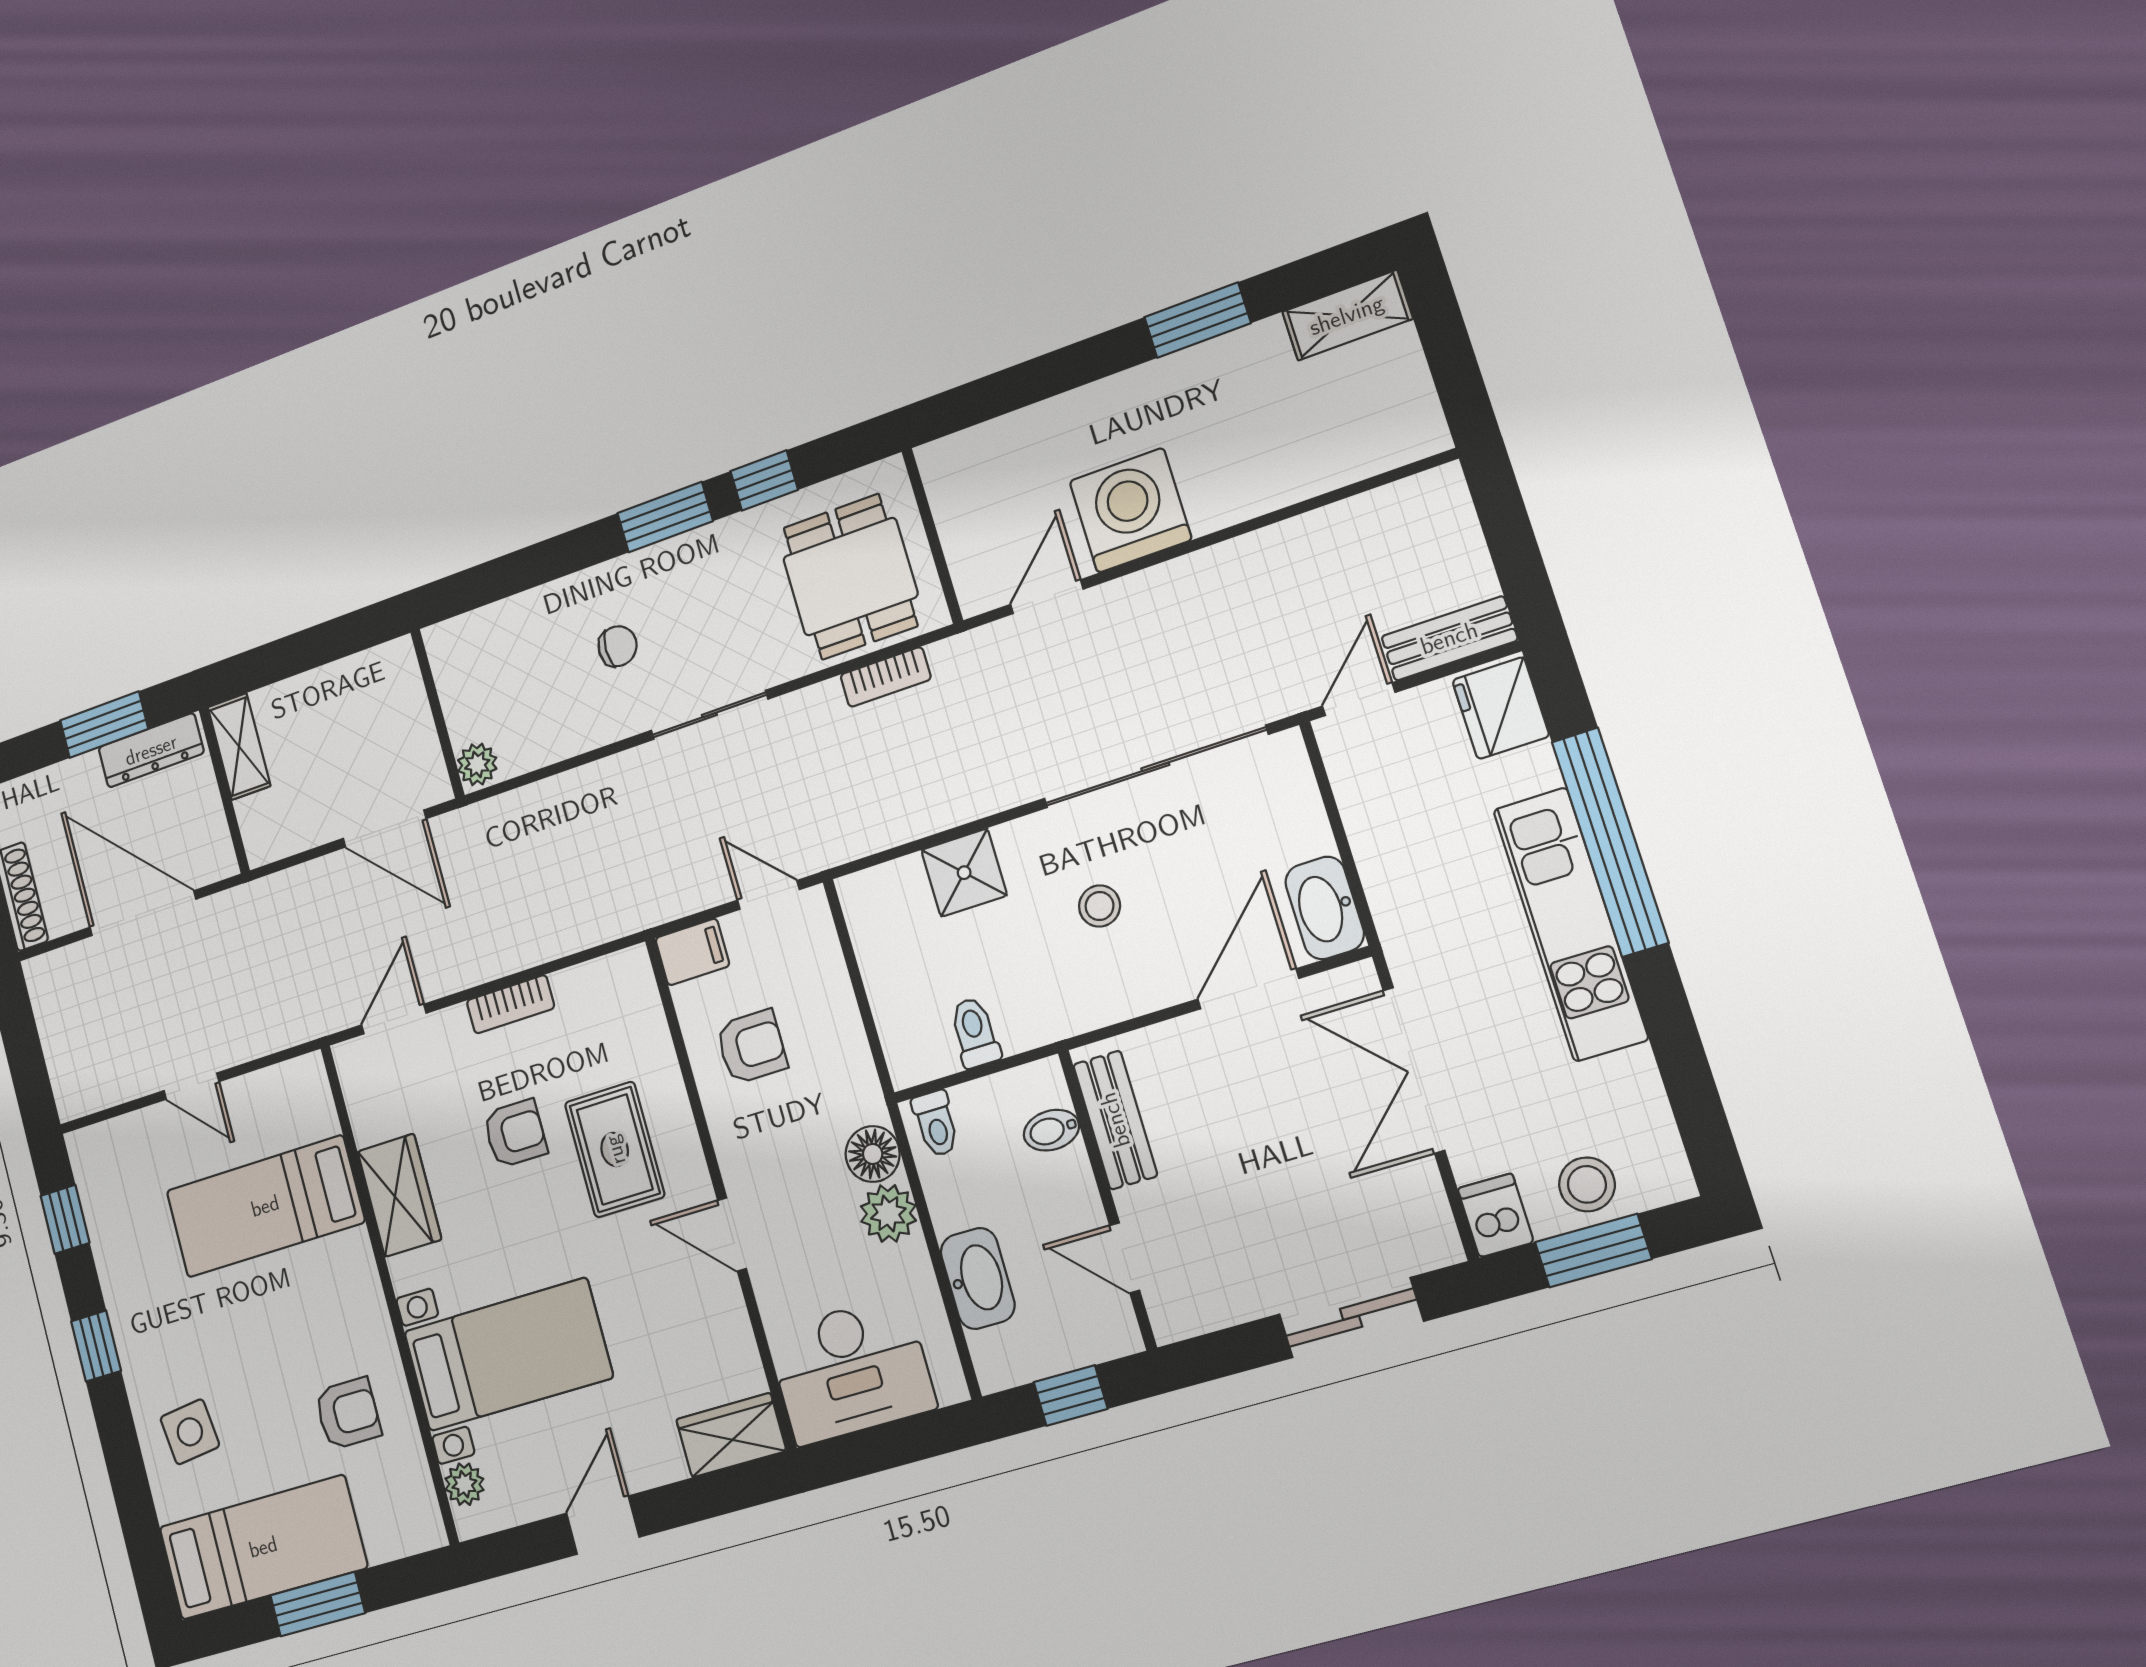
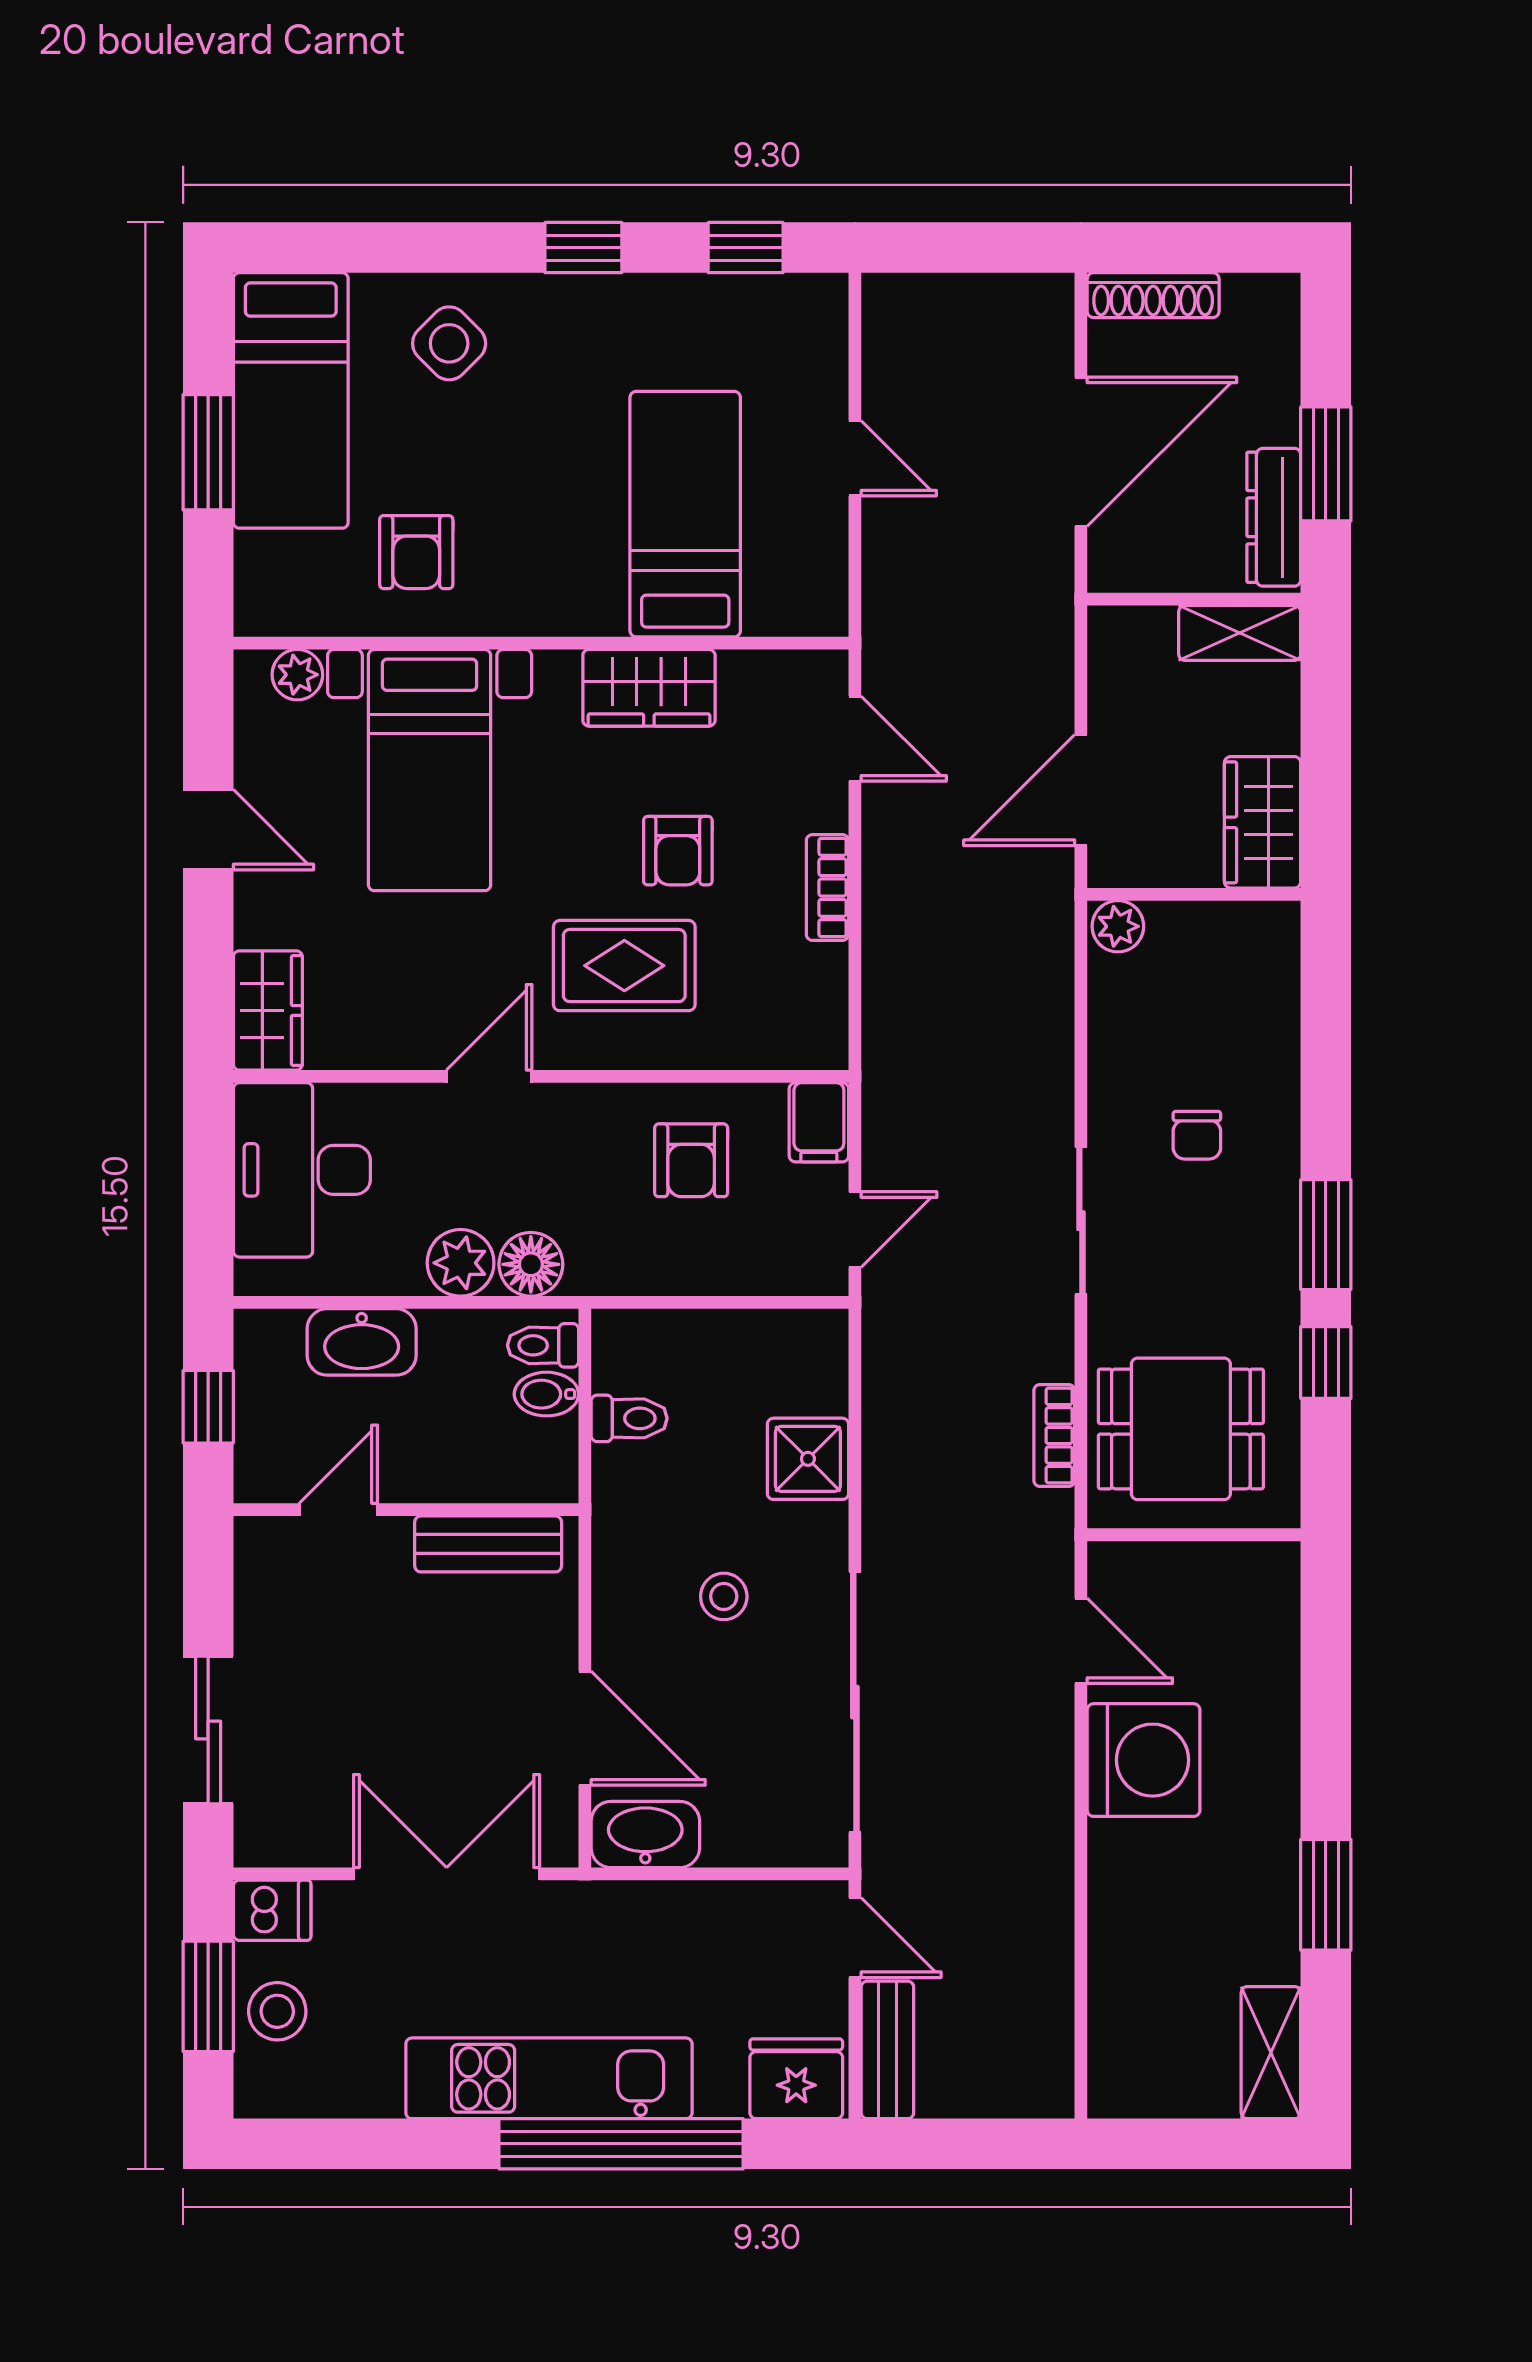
wardrobe: (370, 679) -> (1263, 822), added
door: (191, 1086) -> (855, 458), swing flipped
bidet: (1051, 1130) -> (546, 1394), moved, turned -90
side table: (190, 1432) -> (449, 343), turned -38

